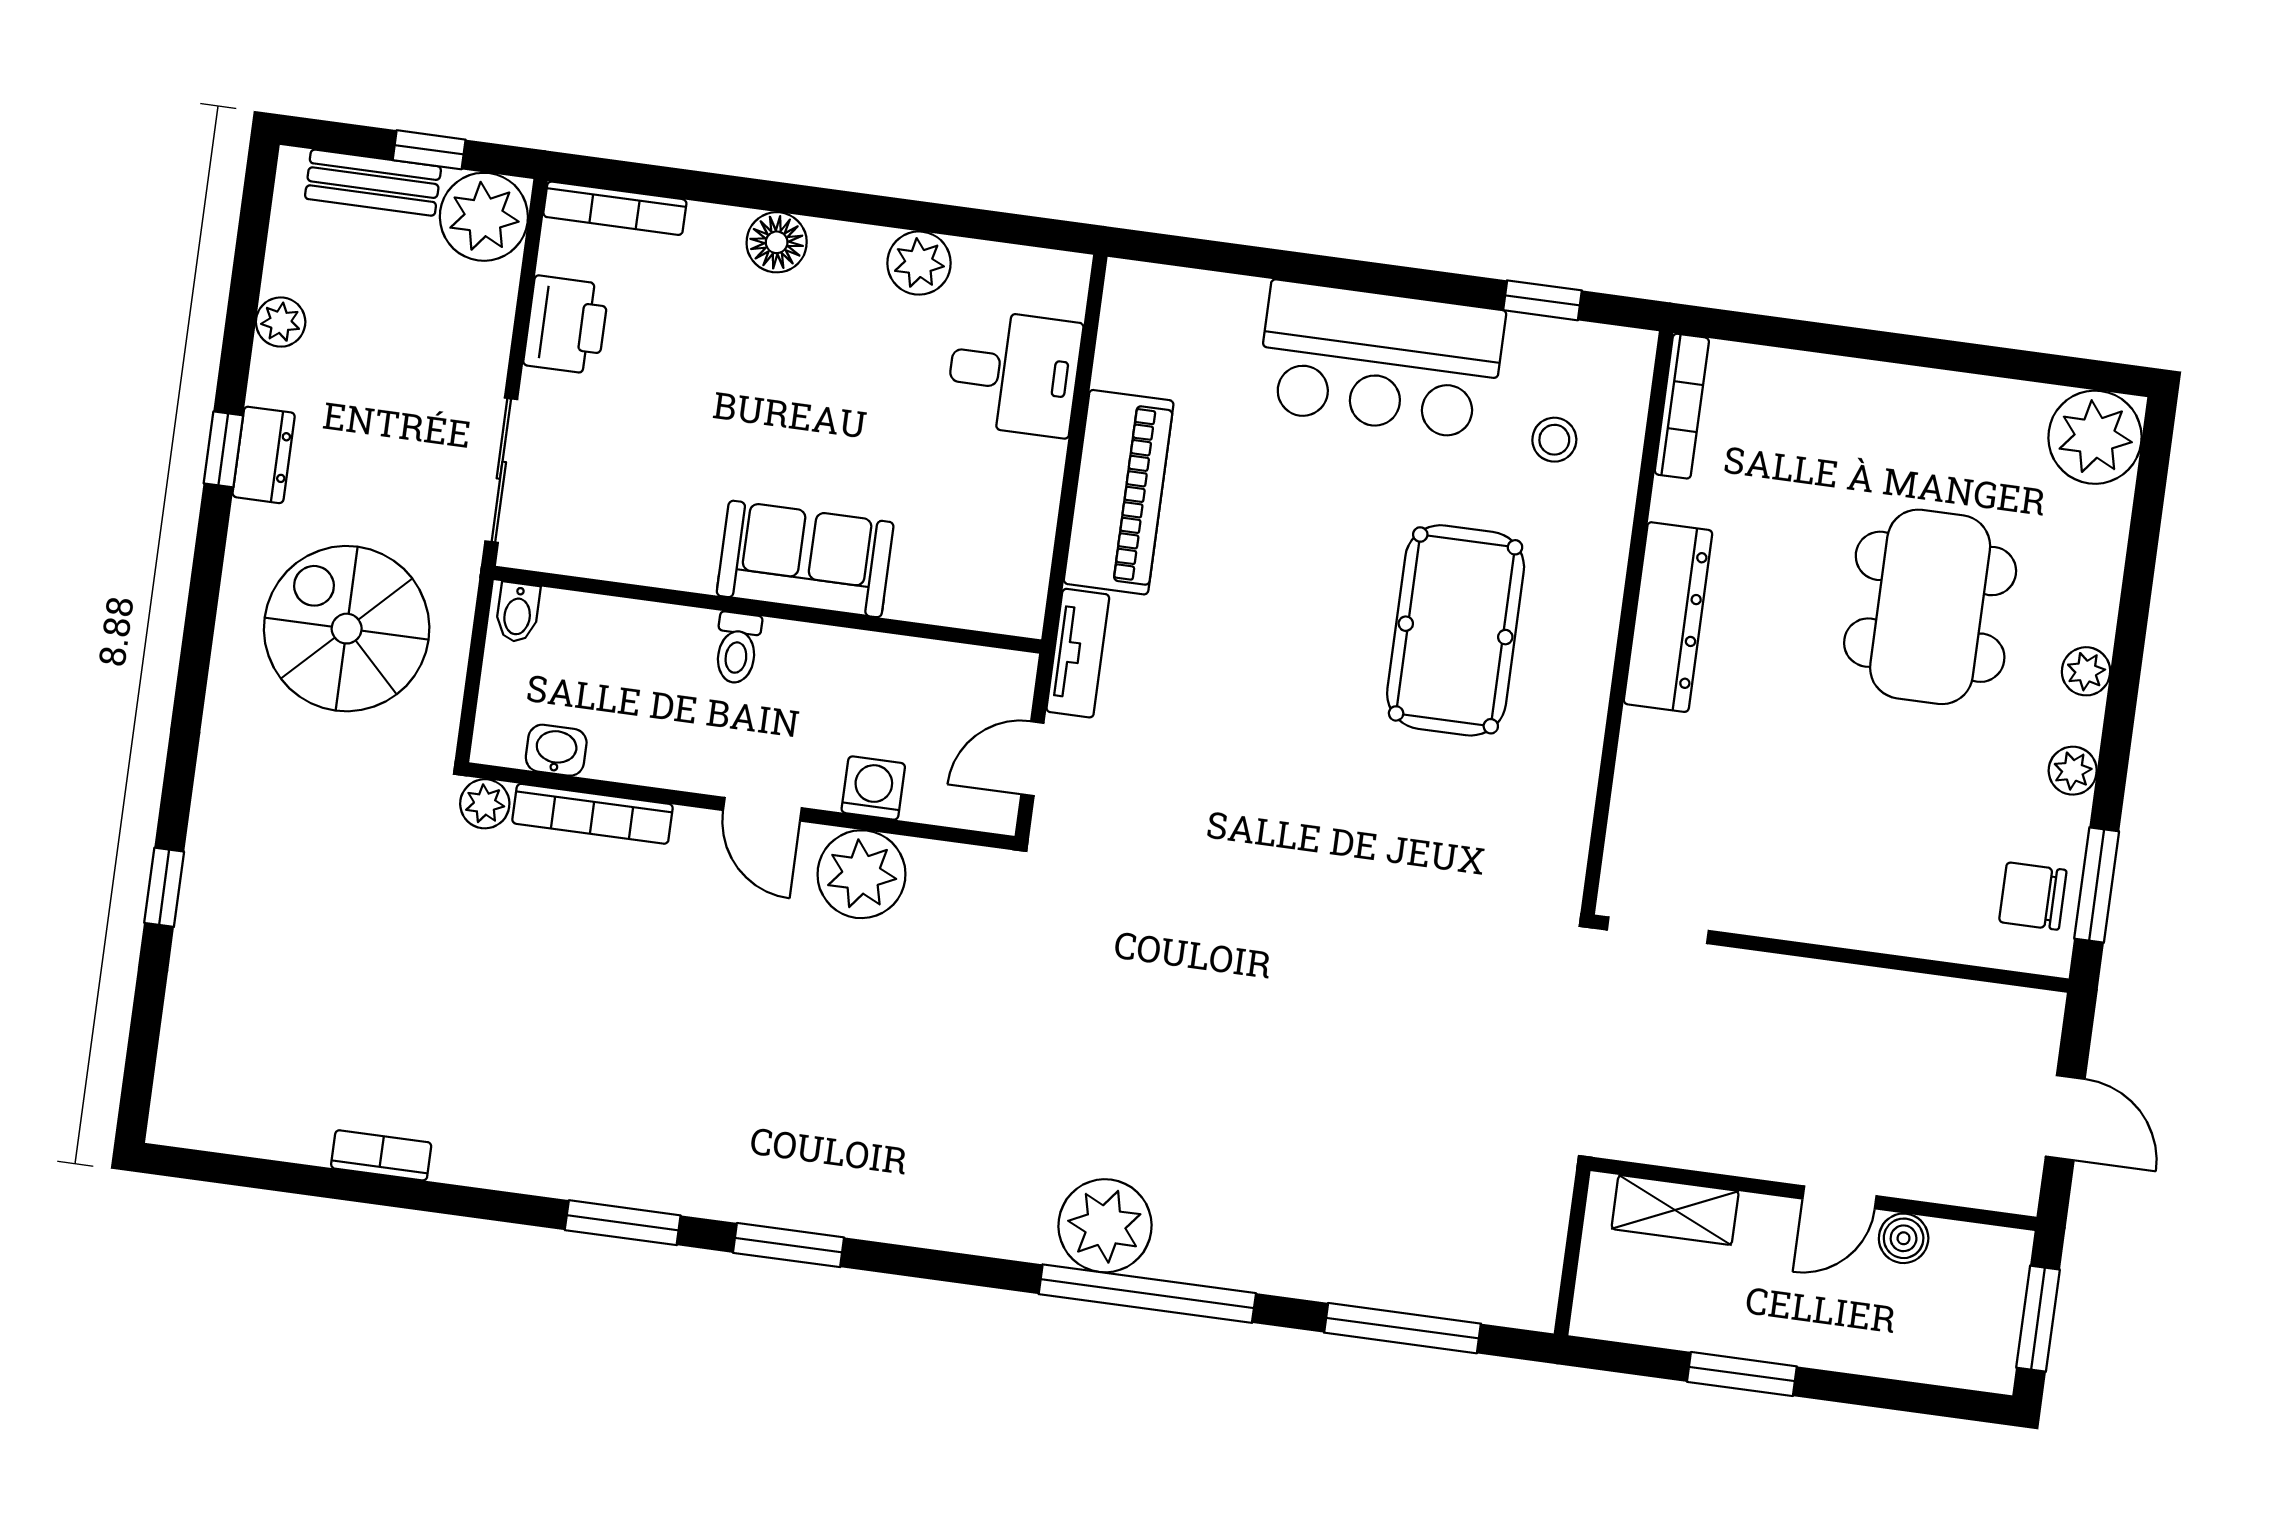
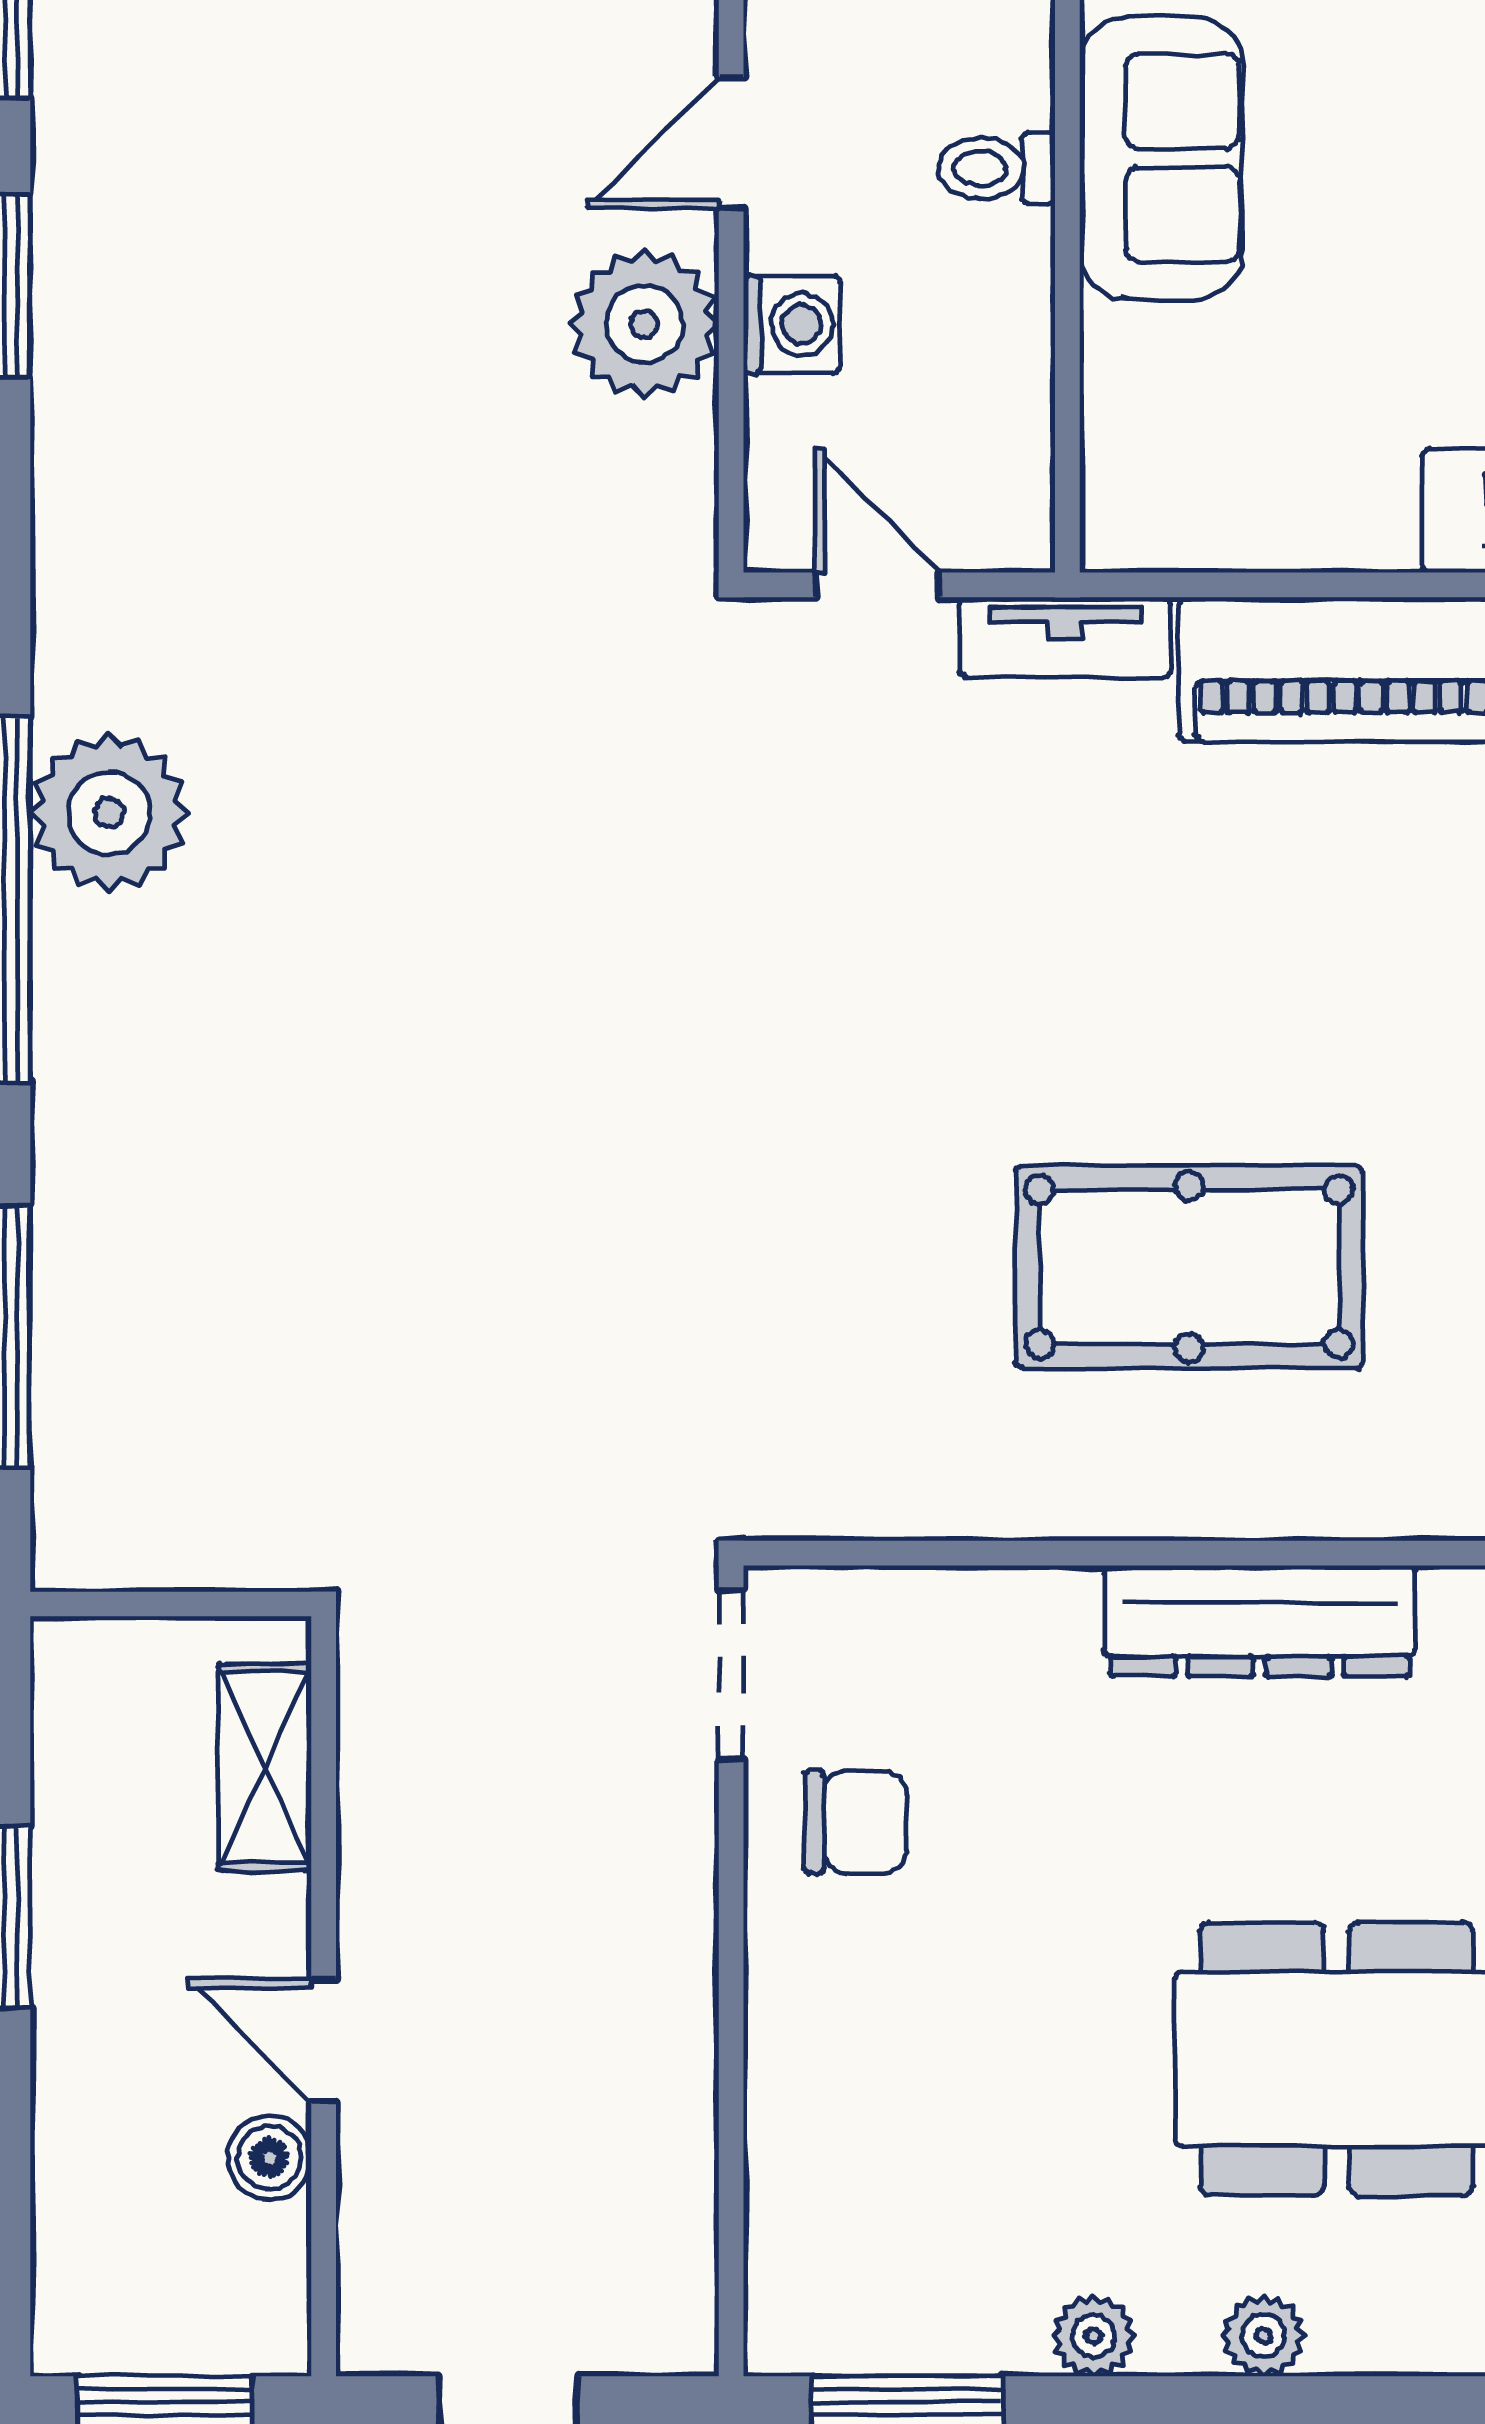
toilet: (737, 648) -> (996, 169), moved
chair: (2033, 896) -> (855, 1822), moved, turned 90

